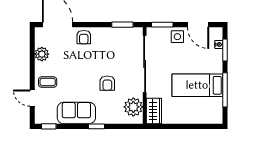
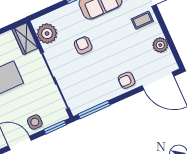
window: (122, 25) -> (94, 110), width x1.44
armchair: (84, 37) -> (127, 80), turned -90

